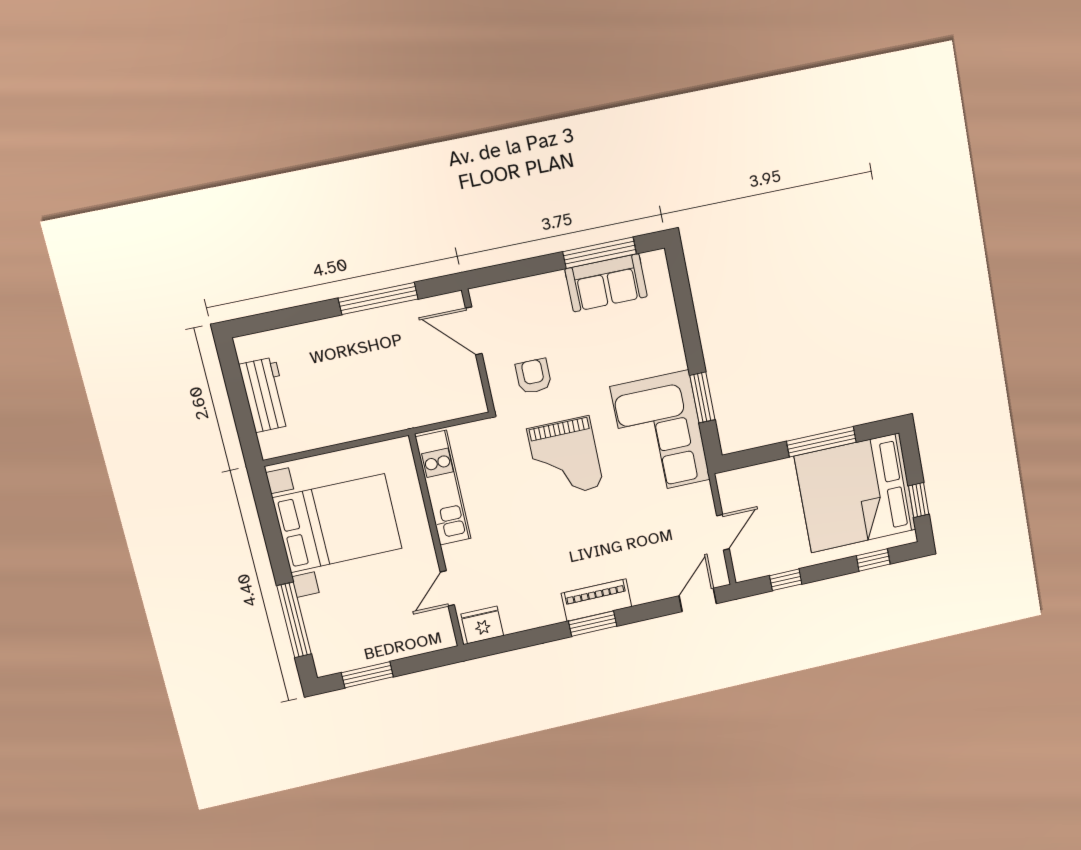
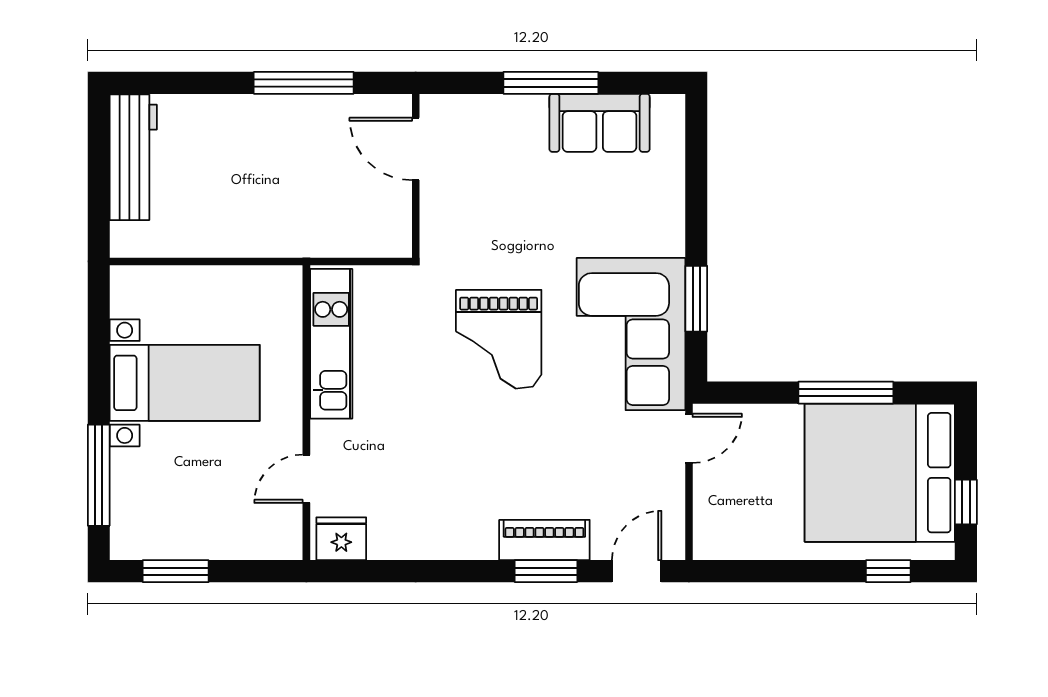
window: (600, 253) -> (551, 83), moved
armchair: (533, 376) -> (480, 223), removed
workbench: (265, 395) -> (133, 157), width x1.38
bed with nightstands: (337, 523) -> (185, 383), width x0.73
door: (723, 532) -> (689, 438), moved
window: (786, 580) -> (762, 571), removed
piano: (597, 600) -> (544, 540), moved
window: (593, 624) -> (546, 571), moved

